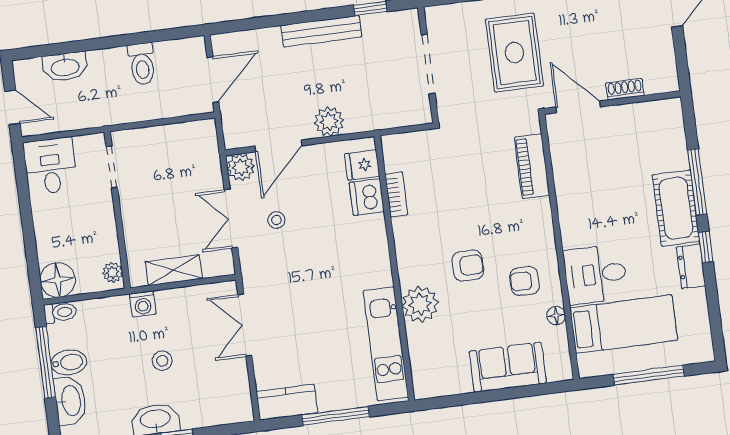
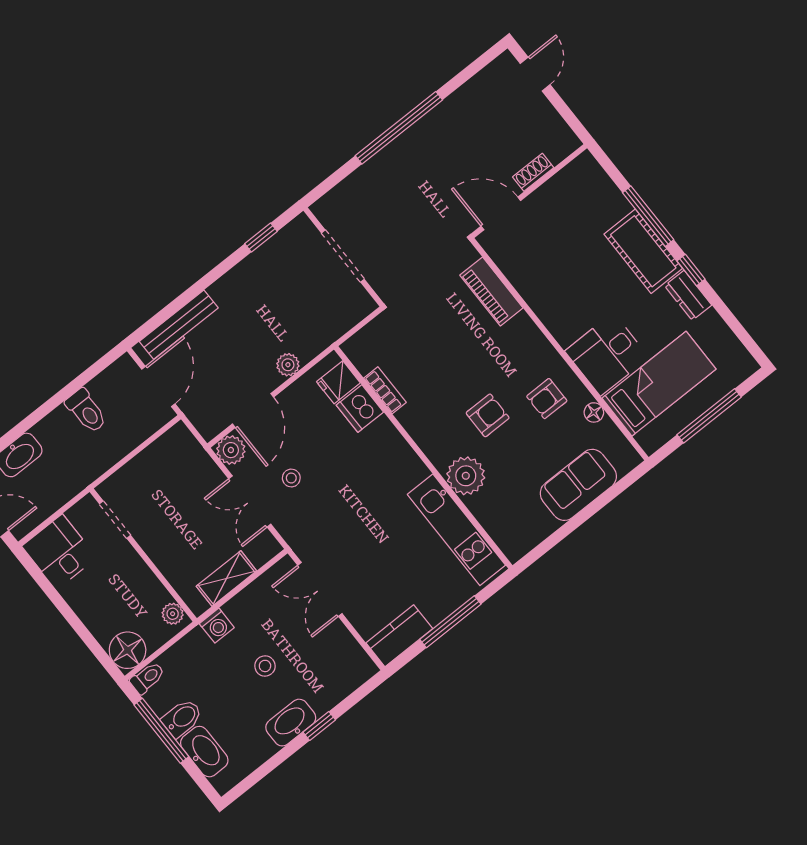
bench: (321, 31) -> (179, 325), moved
rug: (514, 53) -> (414, 199), removed
plant: (329, 122) -> (288, 365), width x0.73, depth x0.73

